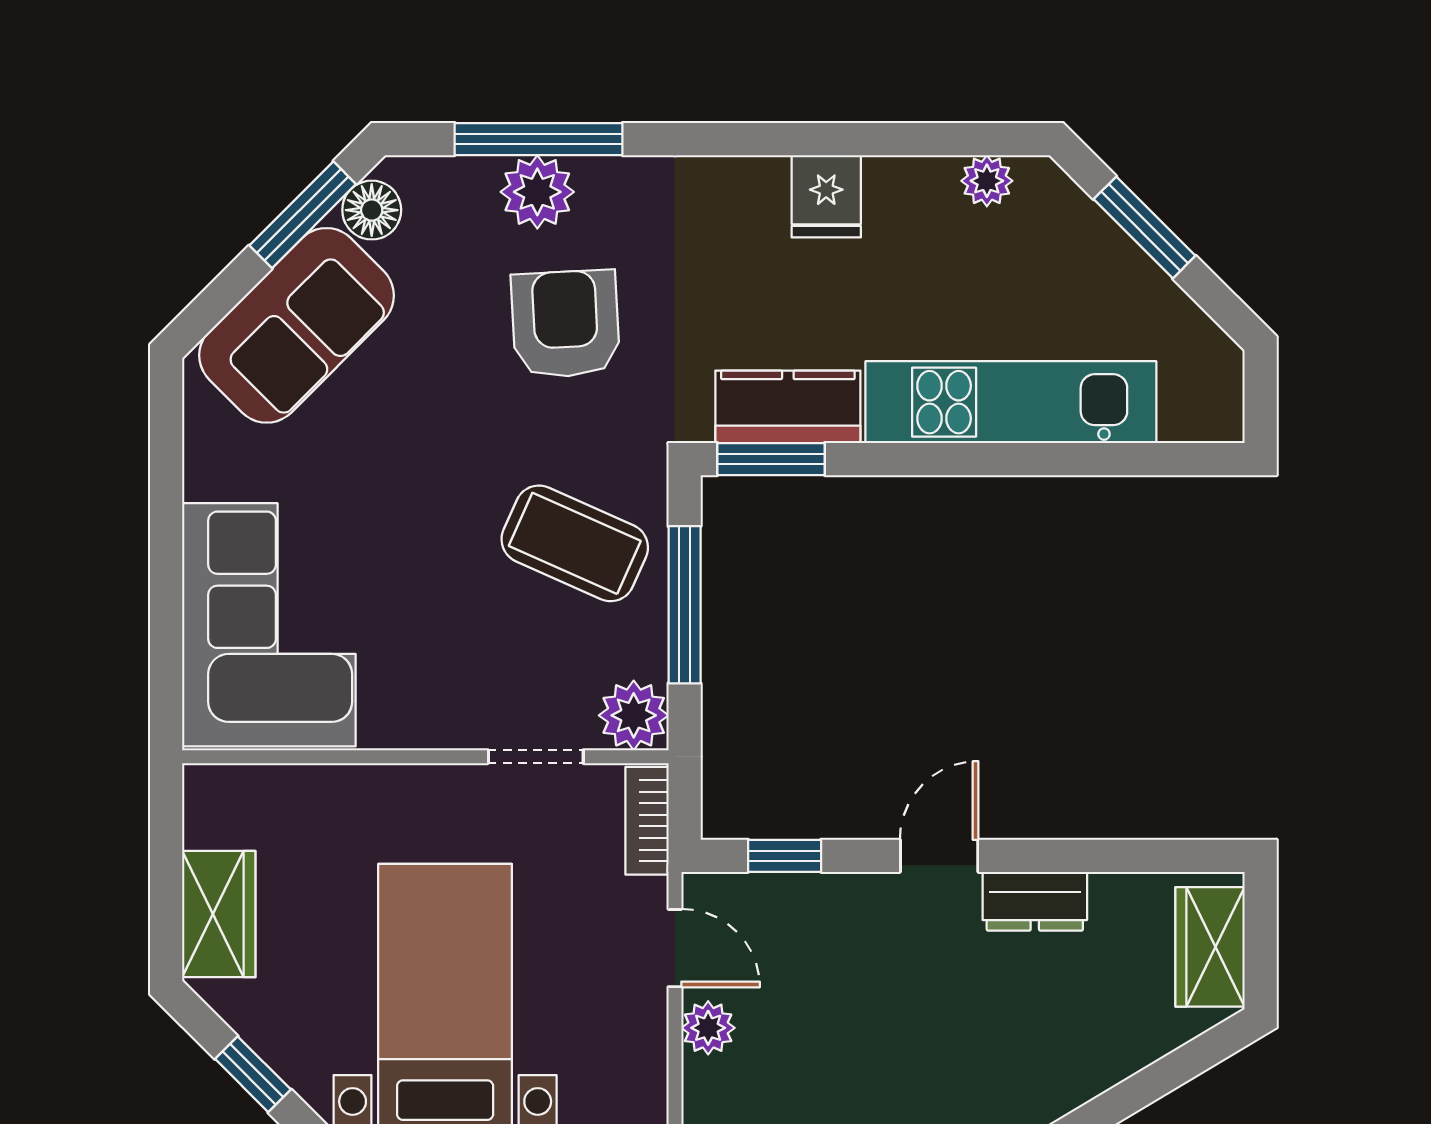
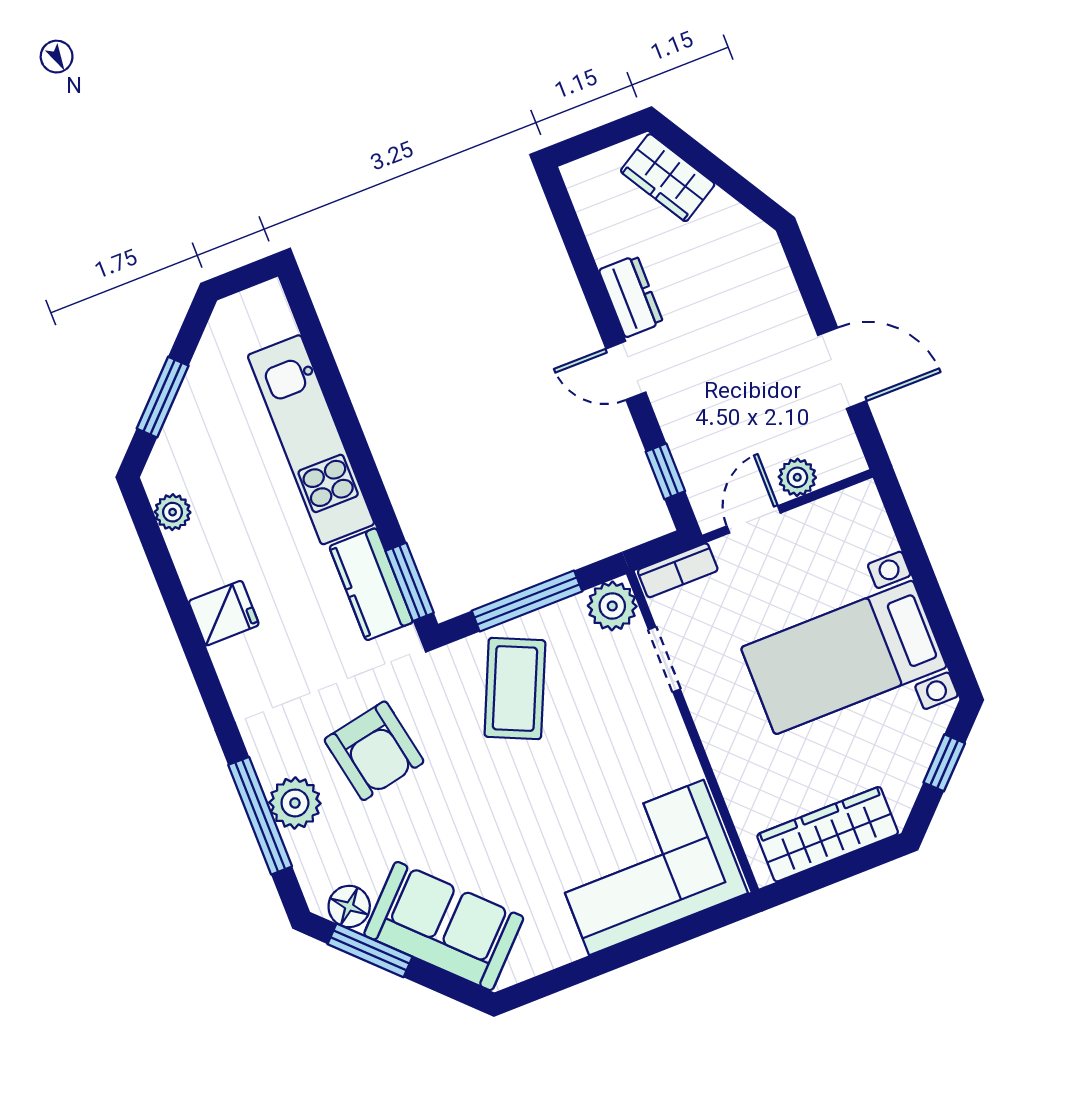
armchair: (565, 324) -> (374, 751), turned -98
wardrobe: (219, 914) -> (828, 834), width x1.50
wardrobe: (1210, 947) -> (668, 178), moved, turned 59

